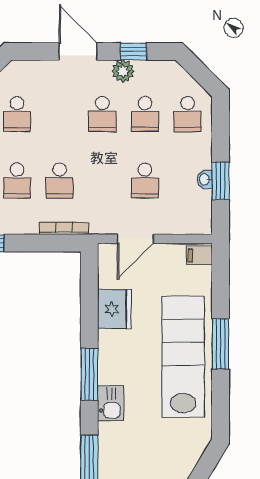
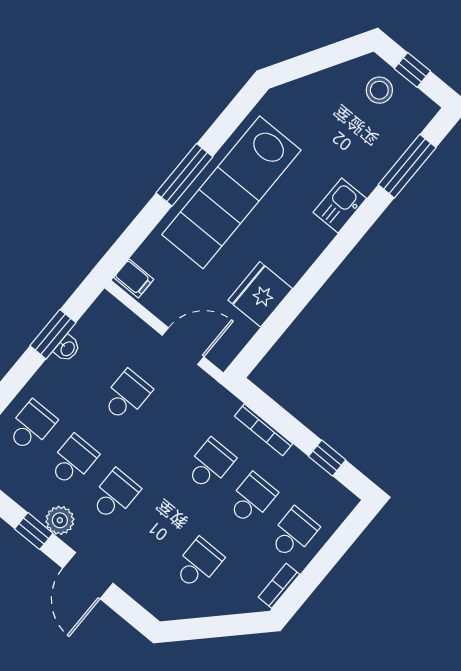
bookcase: (64, 228) -> (264, 430), moved
window: (89, 374) -> (337, 251), removed

